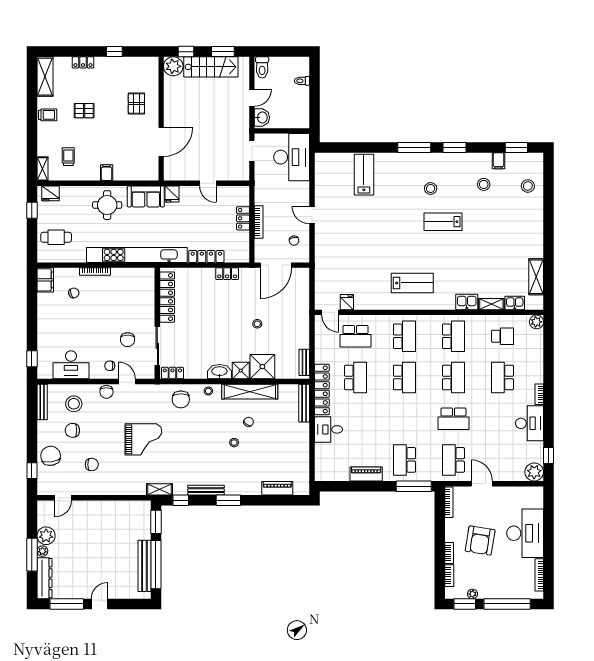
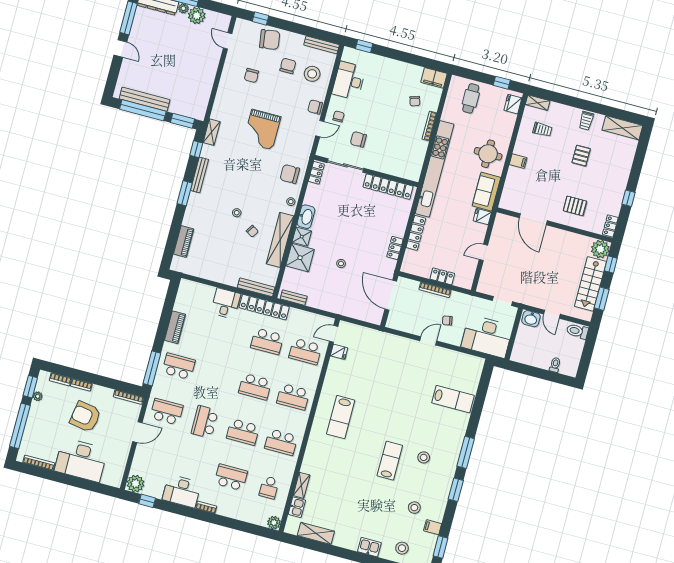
locker: (83, 62) -> (610, 226), moved
chair: (294, 241) -> (447, 320), moved
kitchen sink: (467, 302) -> (369, 547), moved, turned -90
school desk: (356, 336) -> (305, 351), turned -90

